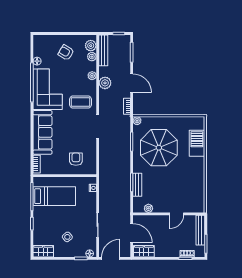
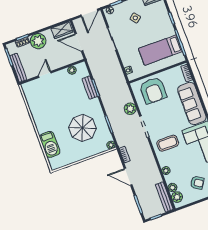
plant: (105, 83) -> (130, 109), moved
parasol: (159, 148) -> (83, 128), width x0.73, depth x0.73
armchair: (76, 159) -> (153, 90), width x1.88, depth x1.88
plant: (171, 249) -> (38, 41), added

